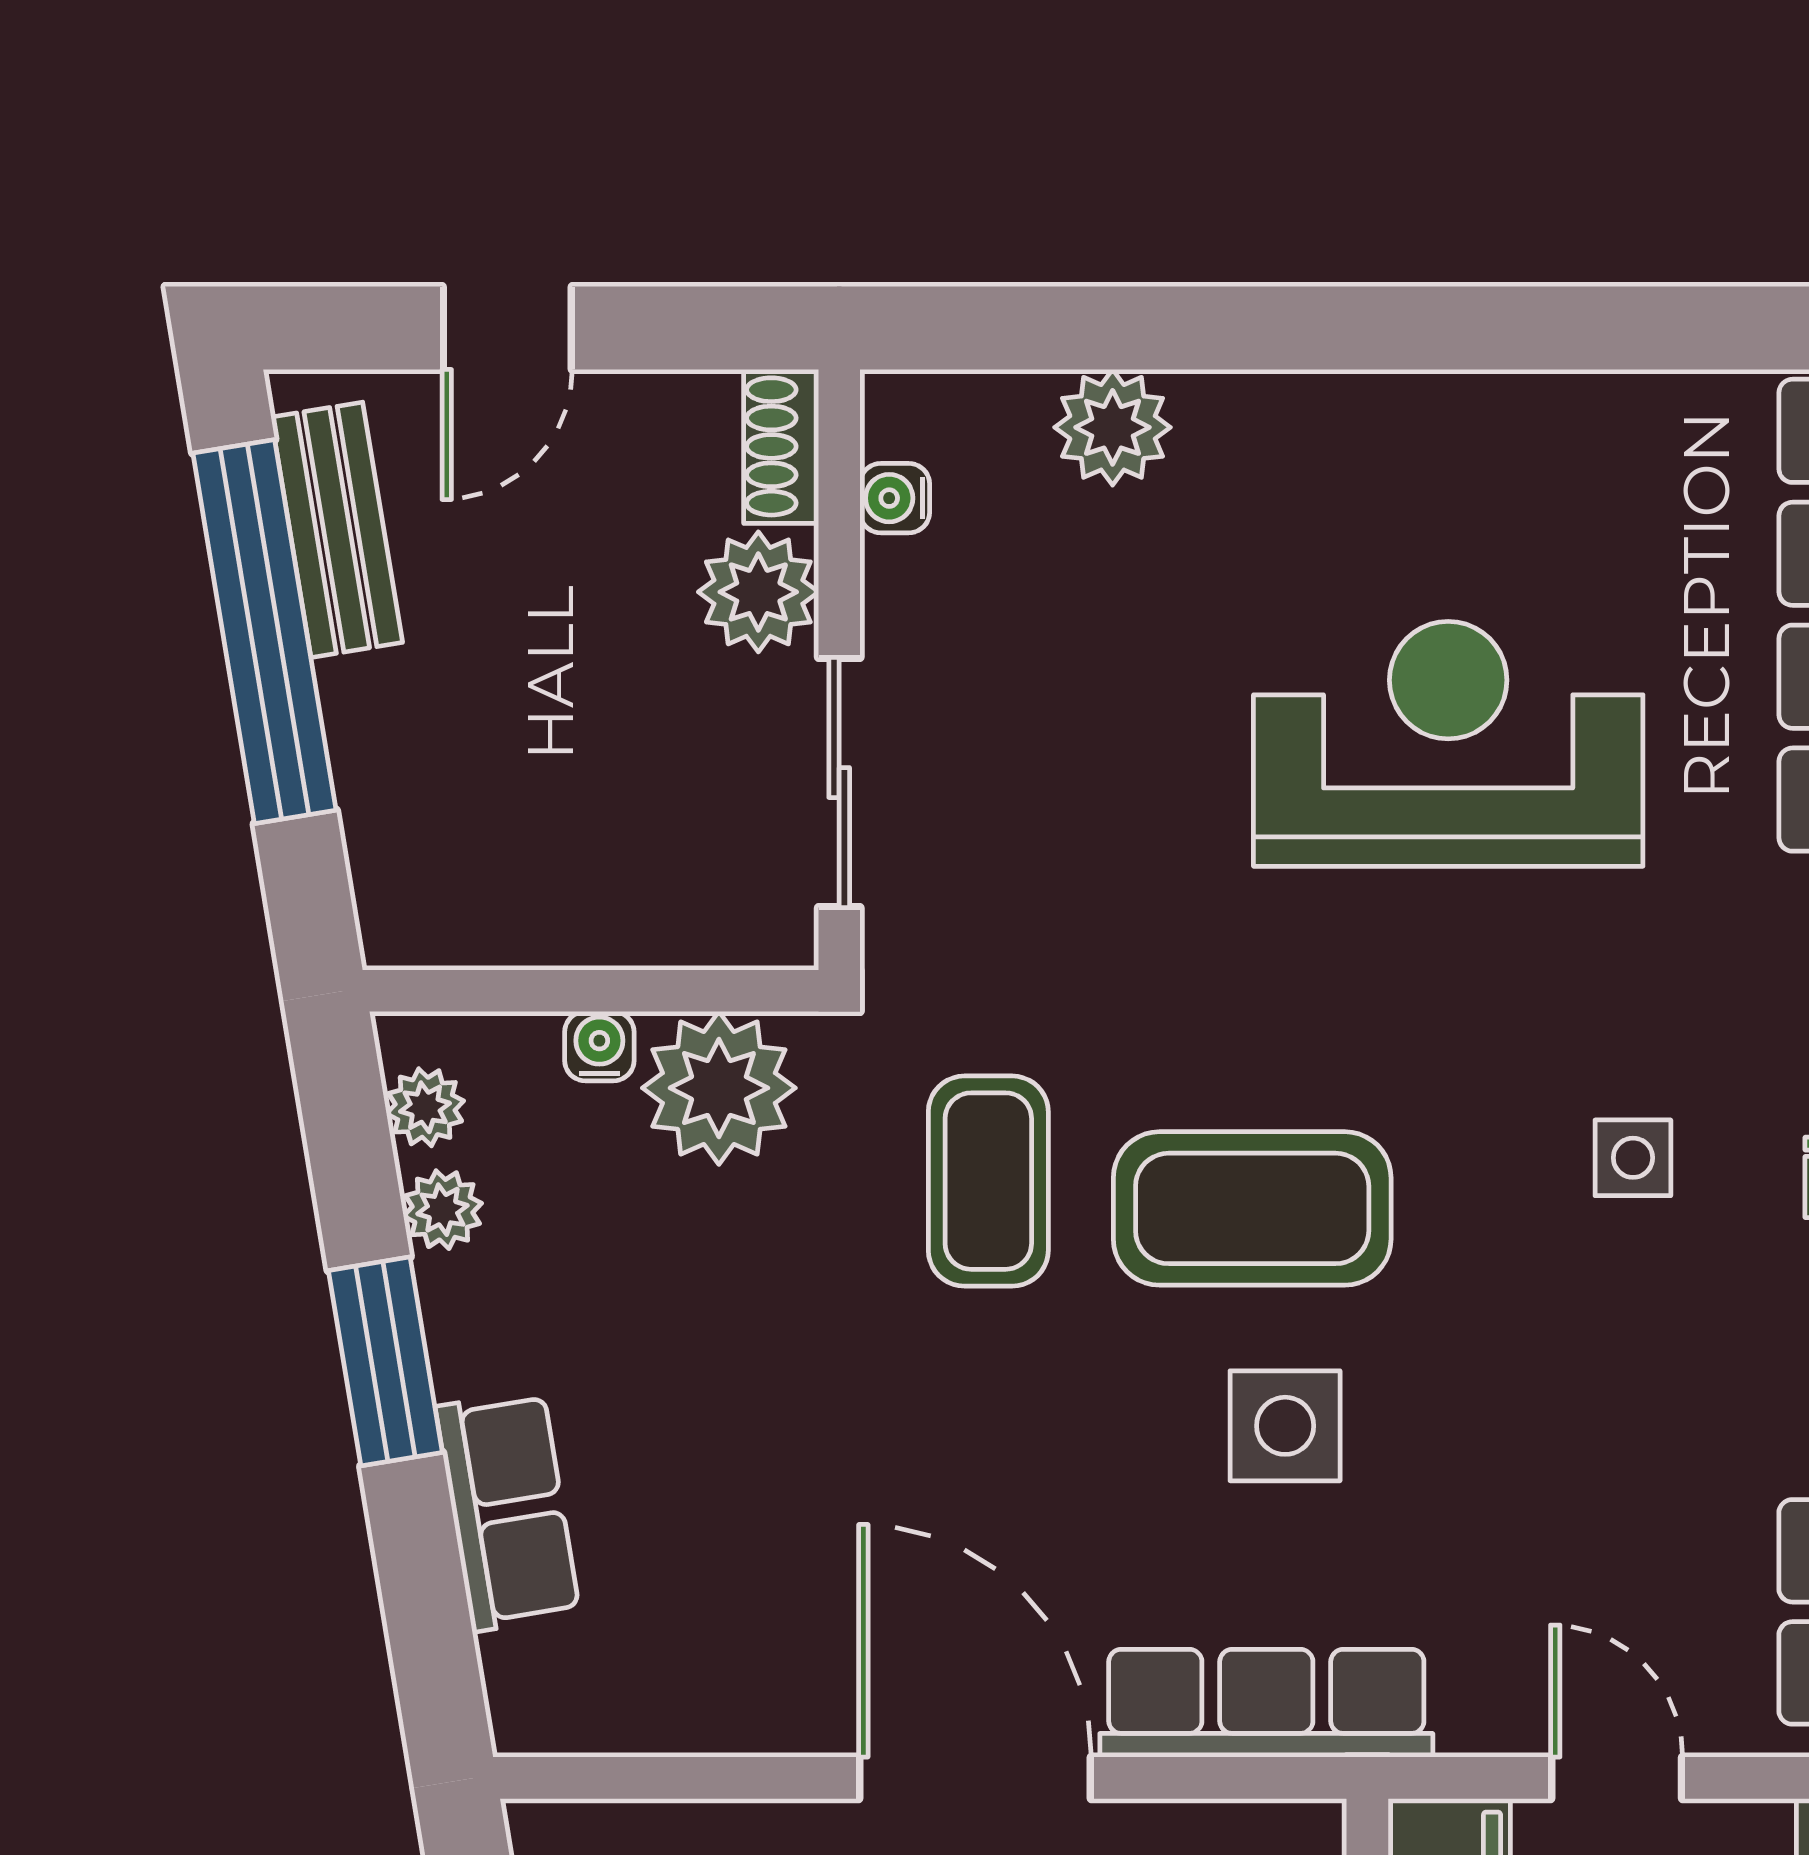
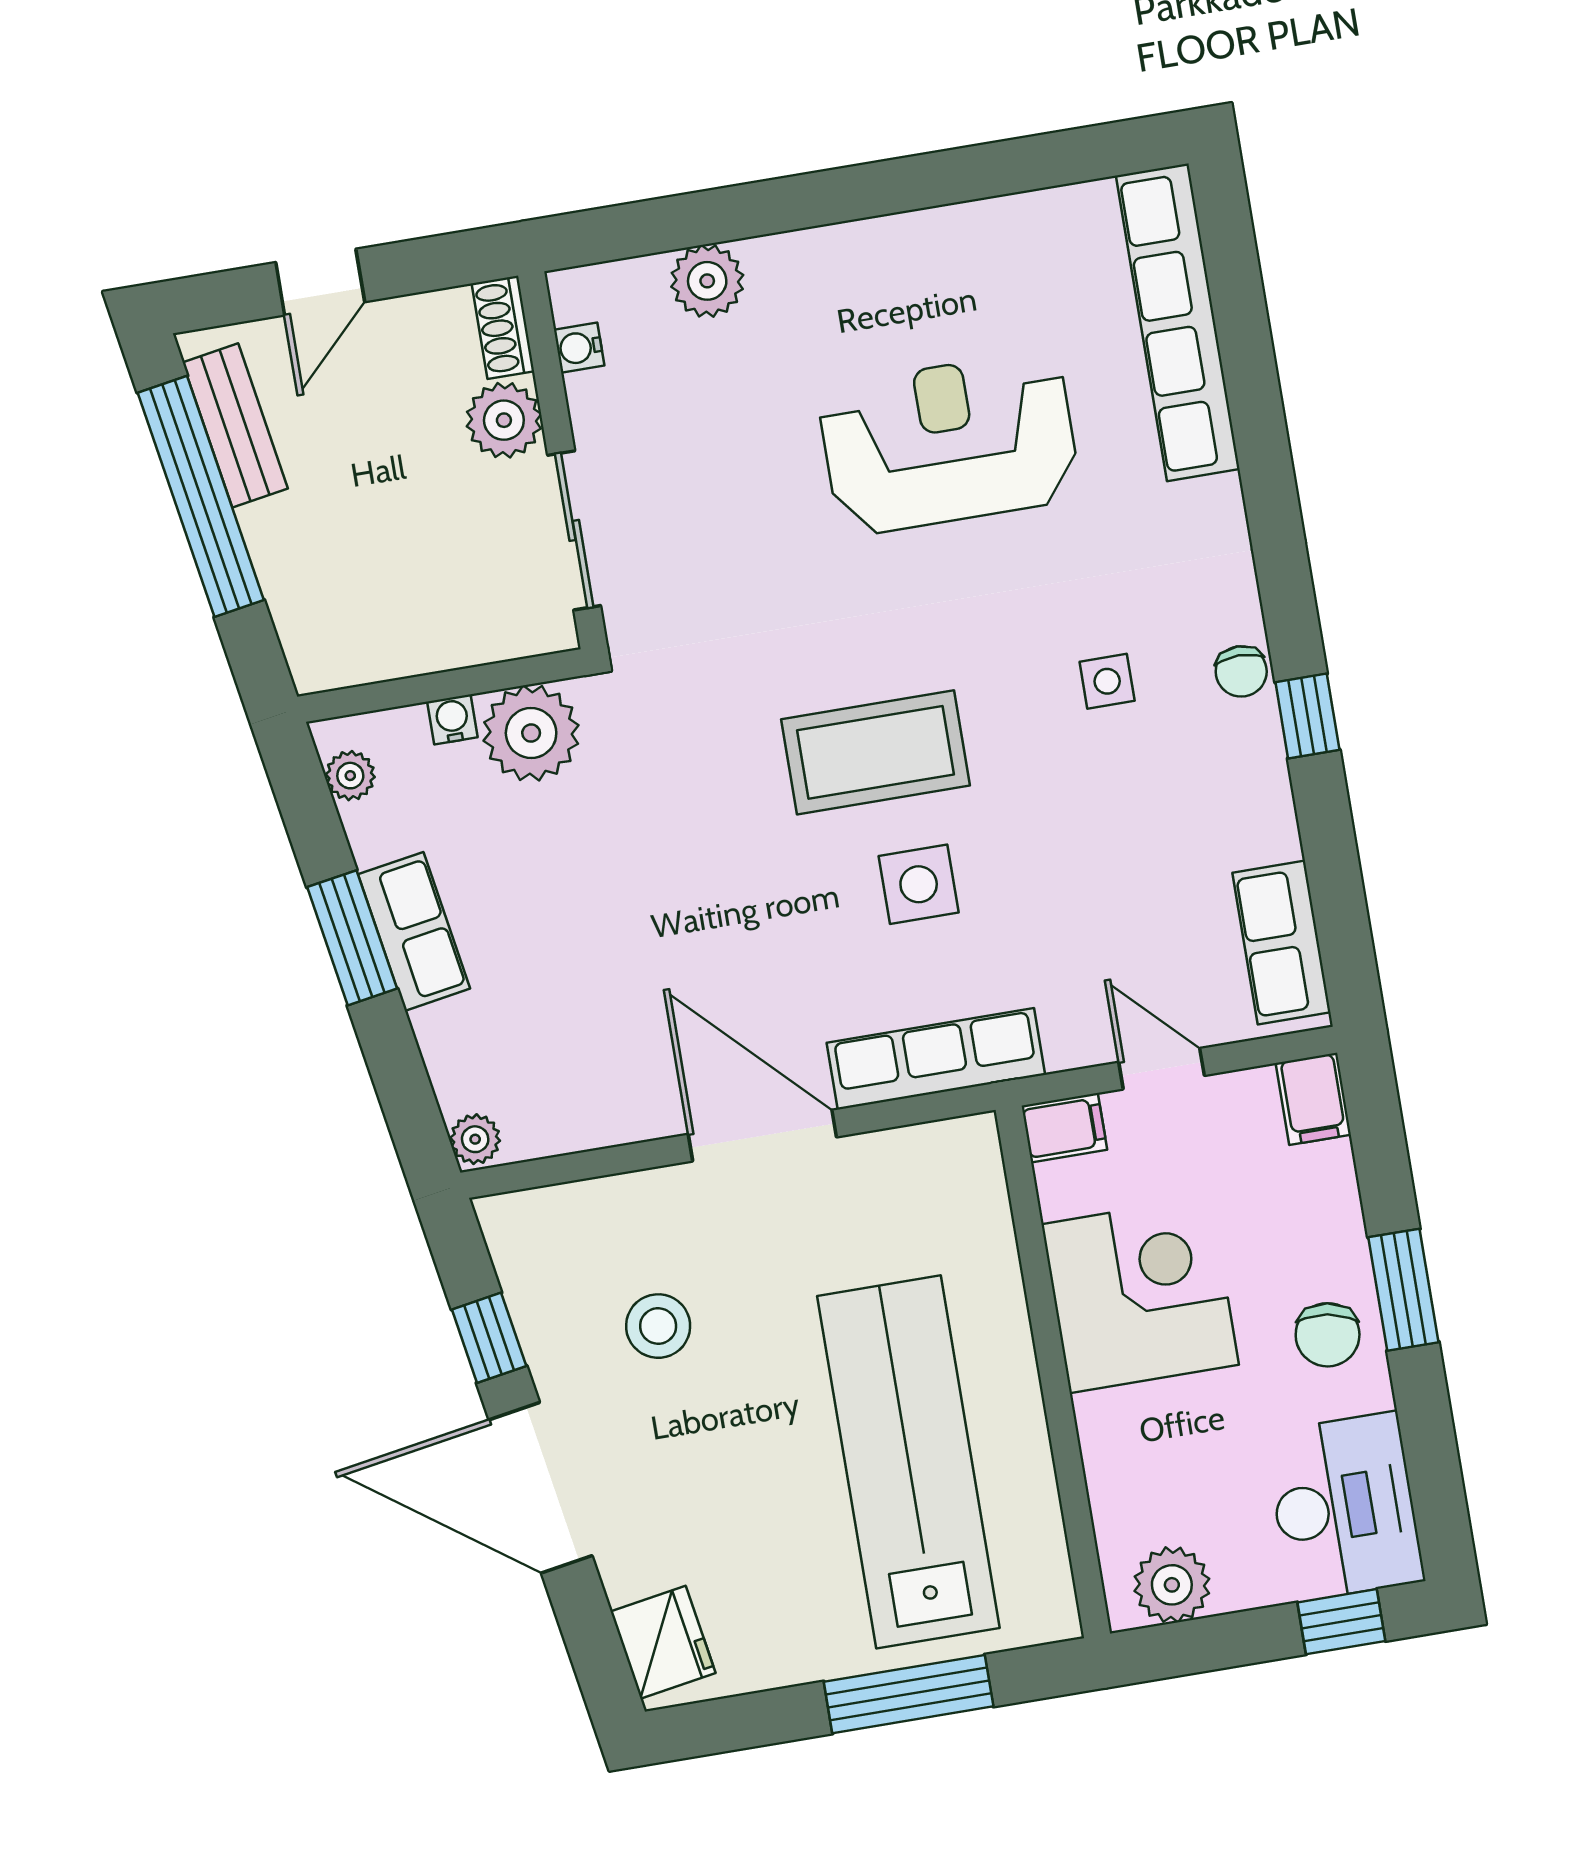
coffee table: (988, 1181) -> (708, 763), removed
plant: (442, 1210) -> (475, 1139), moved
row of seats: (508, 1511) -> (414, 931), moved

